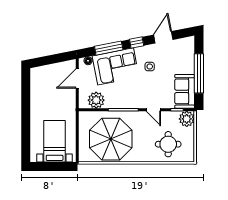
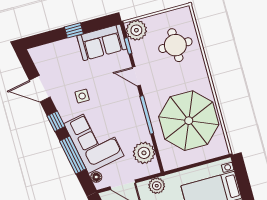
window: (199, 73) -> (74, 30), width x0.32
plant: (70, 103) -> (157, 186), added
door: (153, 110) -> (136, 76), swing flipped

